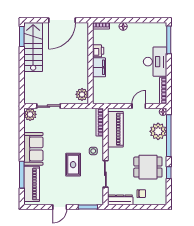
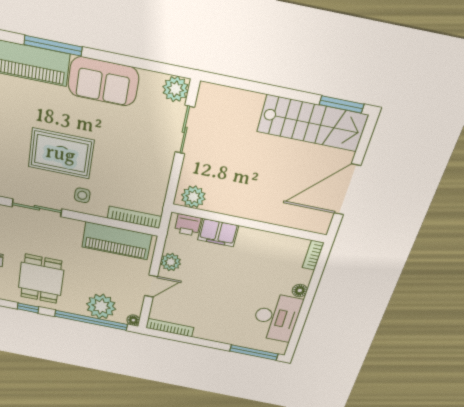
door: (62, 20) -> (347, 190), hinge flipped
printer: (98, 51) -> (188, 225), moved
desk: (155, 62) -> (276, 317), moved, turned -90
filing cabinet: (99, 67) -> (218, 233), moved
plant: (122, 98) -> (171, 262), added
door: (139, 106) -> (151, 286), hinge flipped
rug: (73, 165) -> (61, 154), width x1.36, depth x1.43

